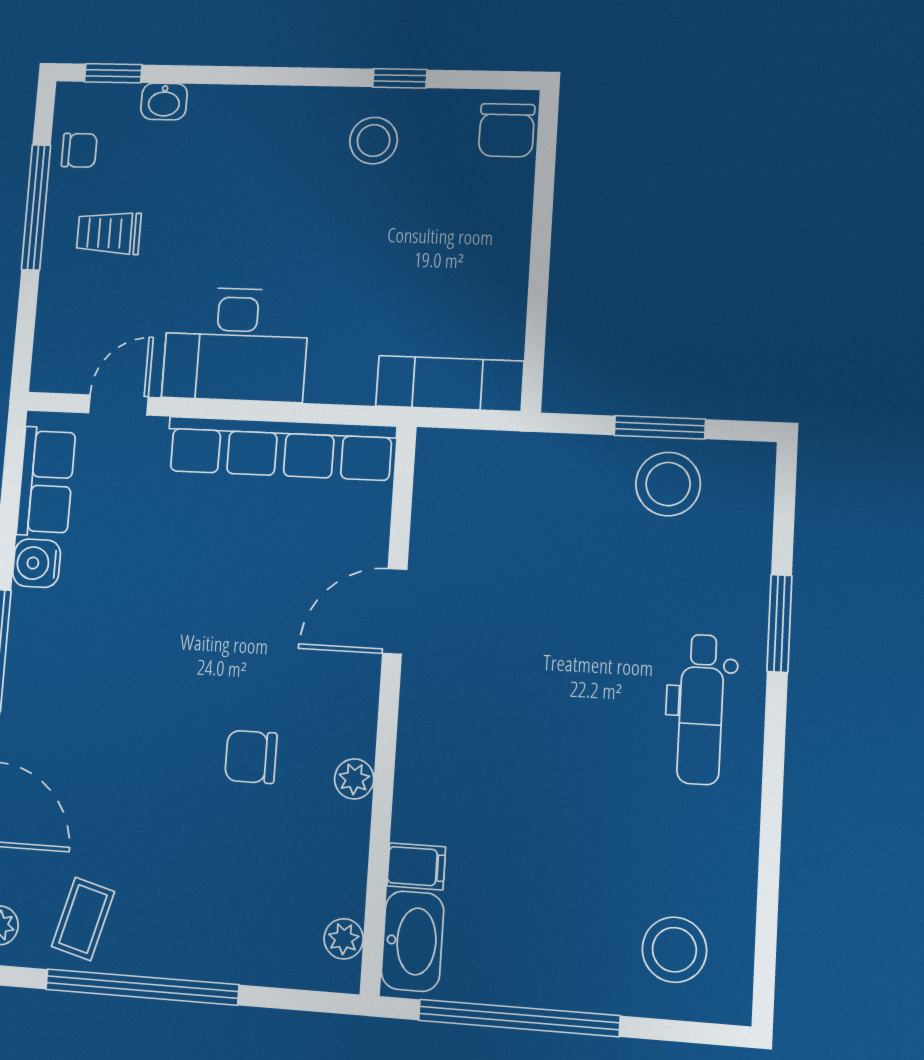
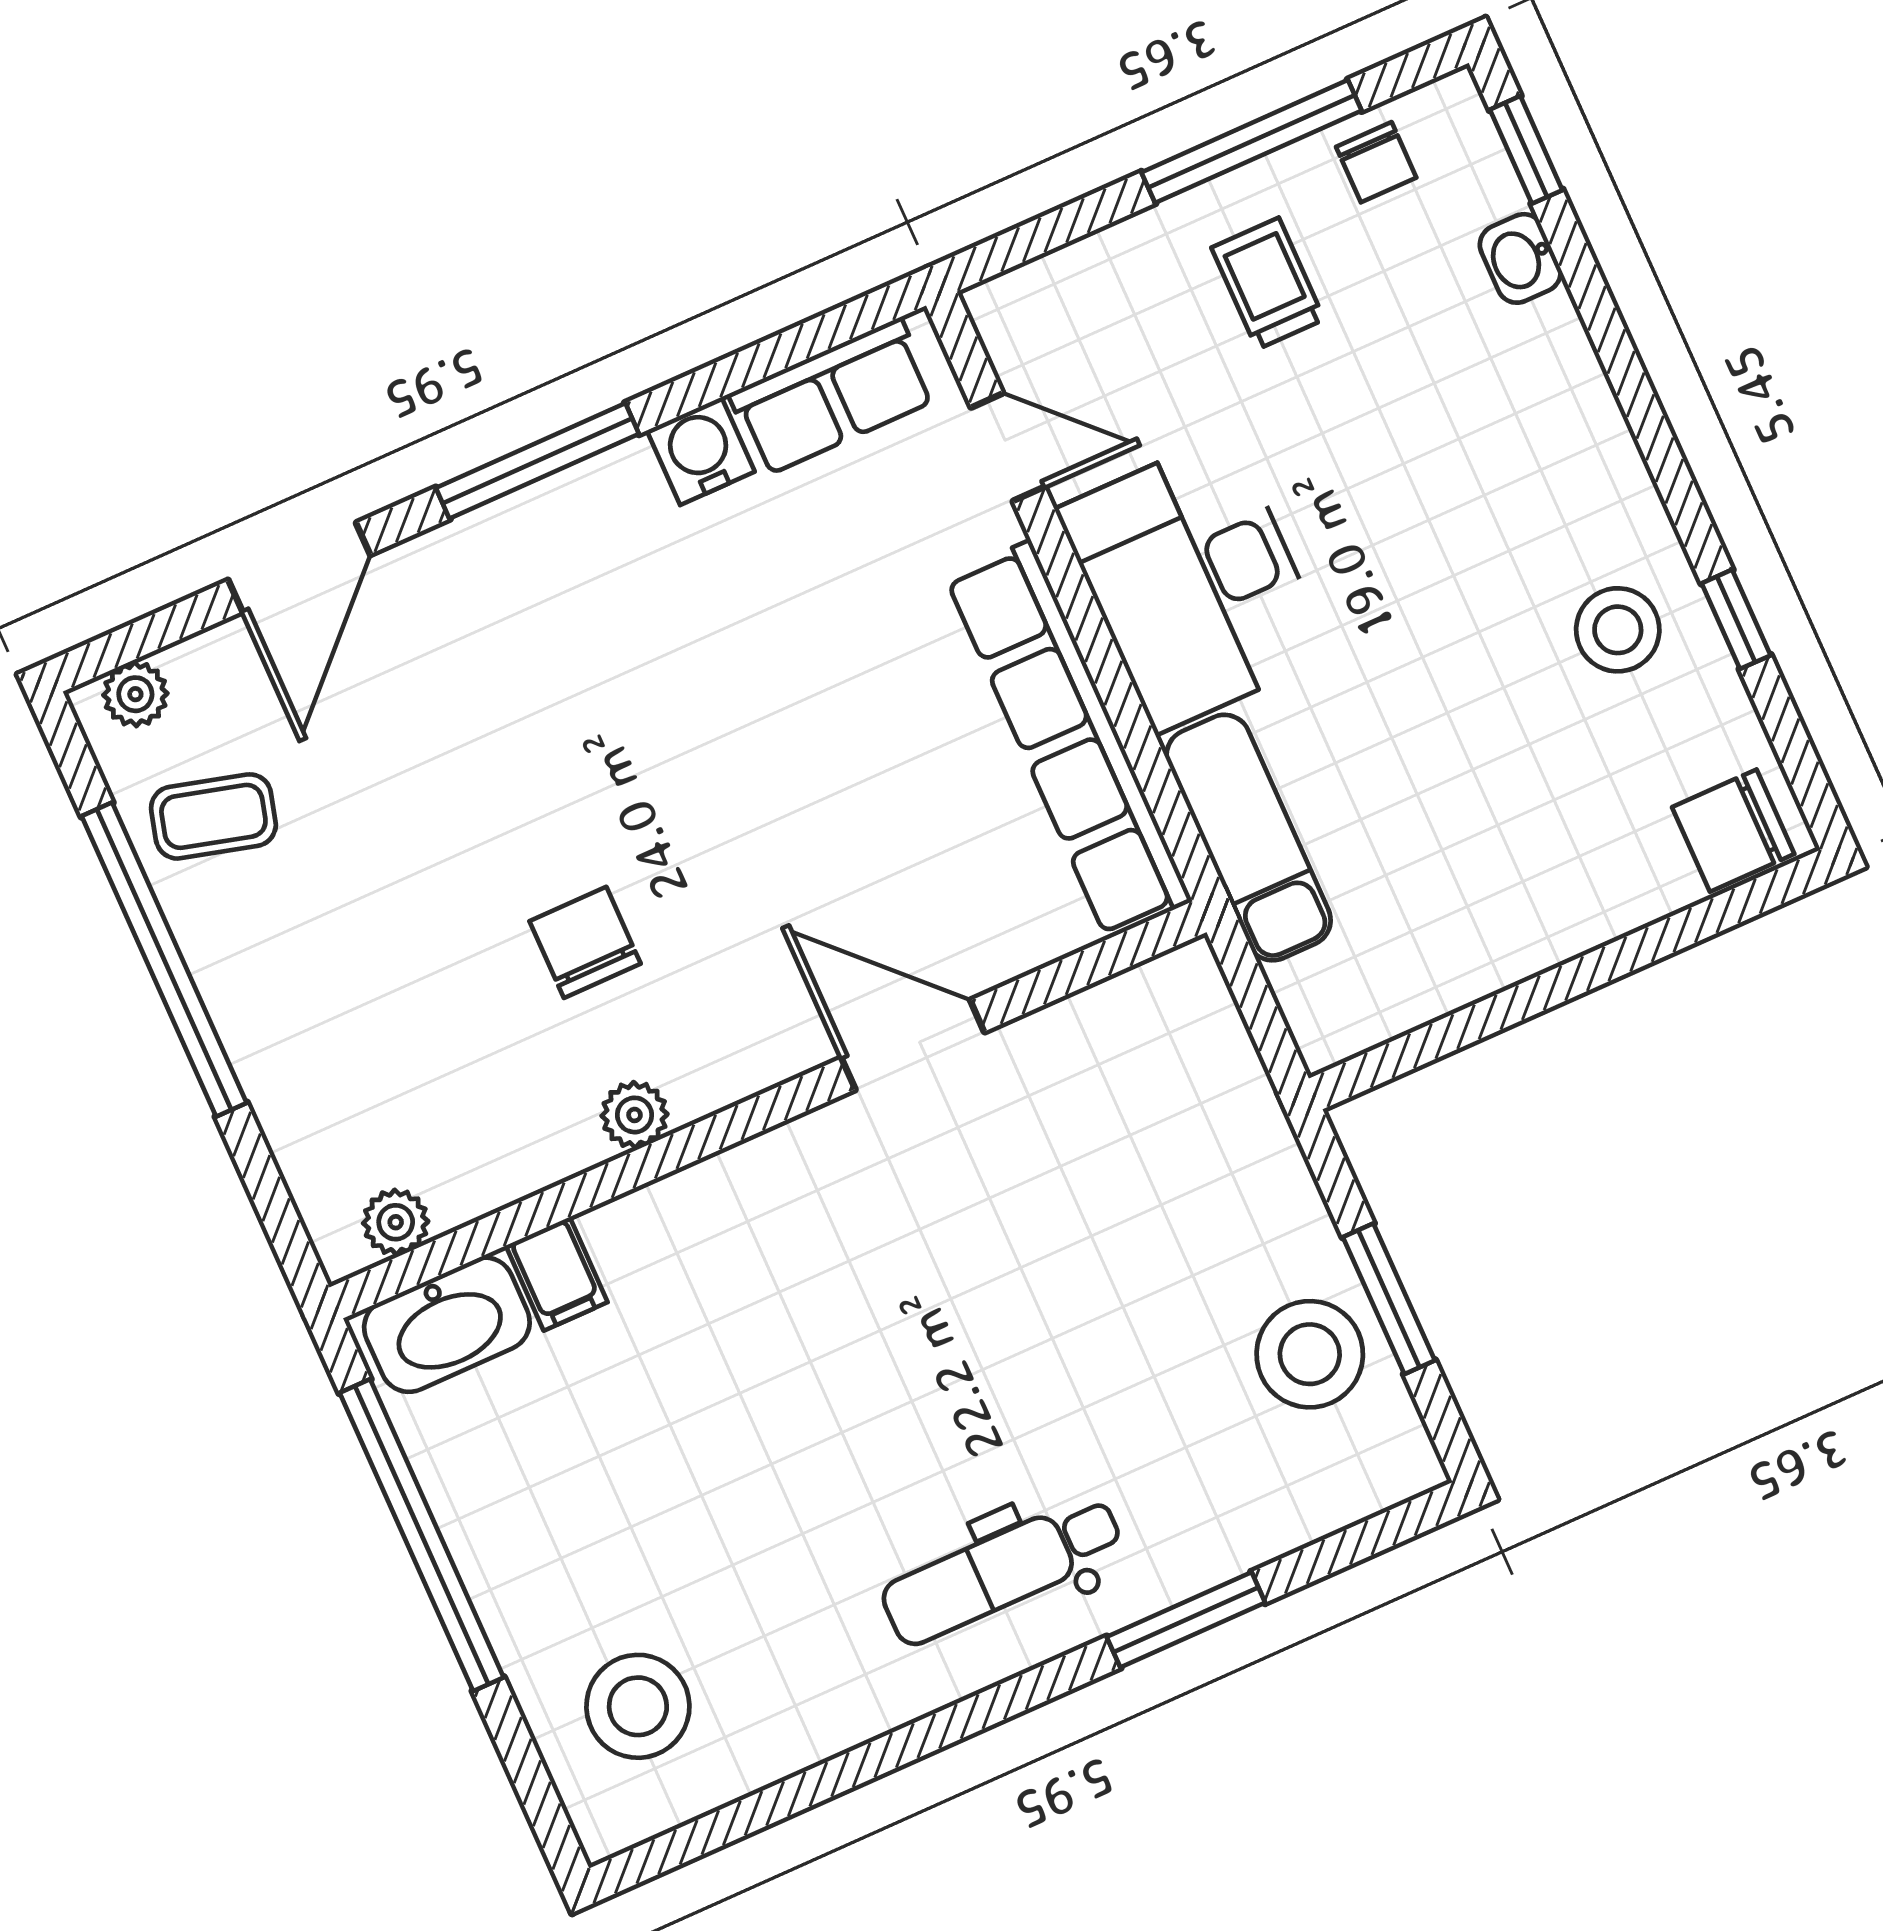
exam couch: (450, 384) -> (1249, 838), moved

